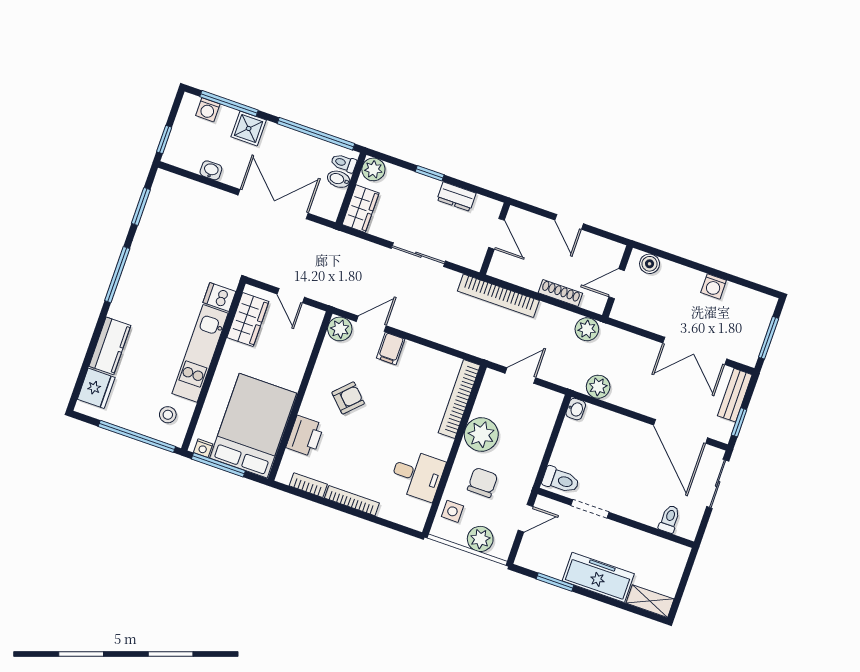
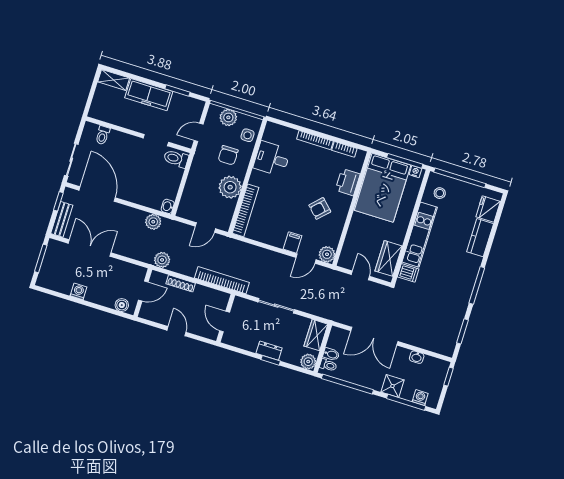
dresser: (456, 197) -> (269, 351), moved

